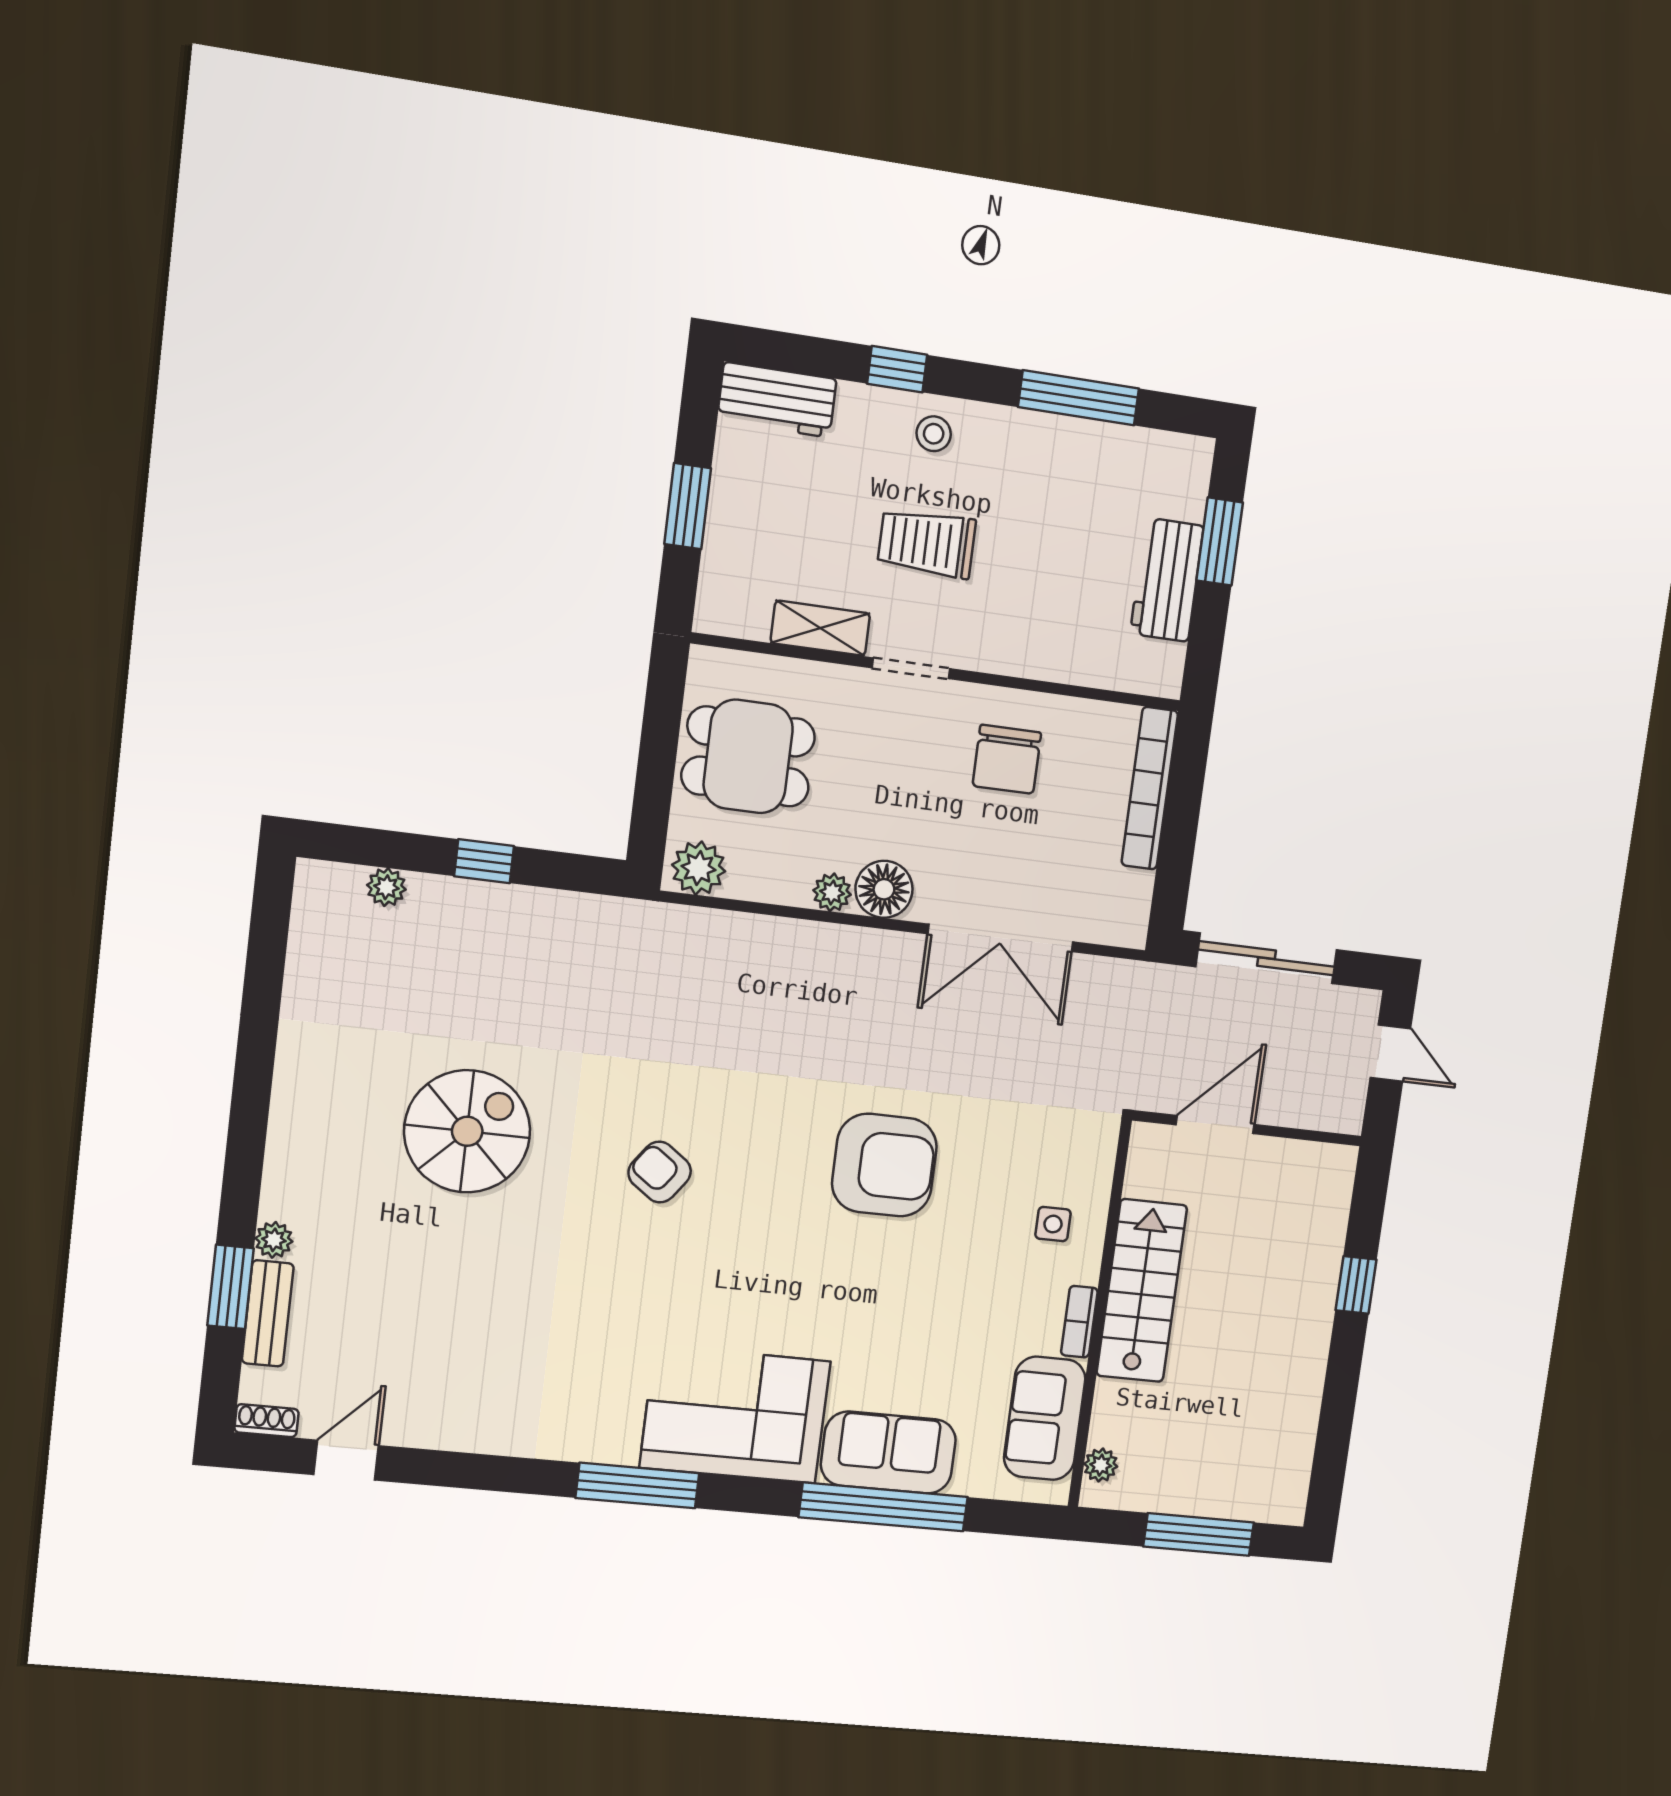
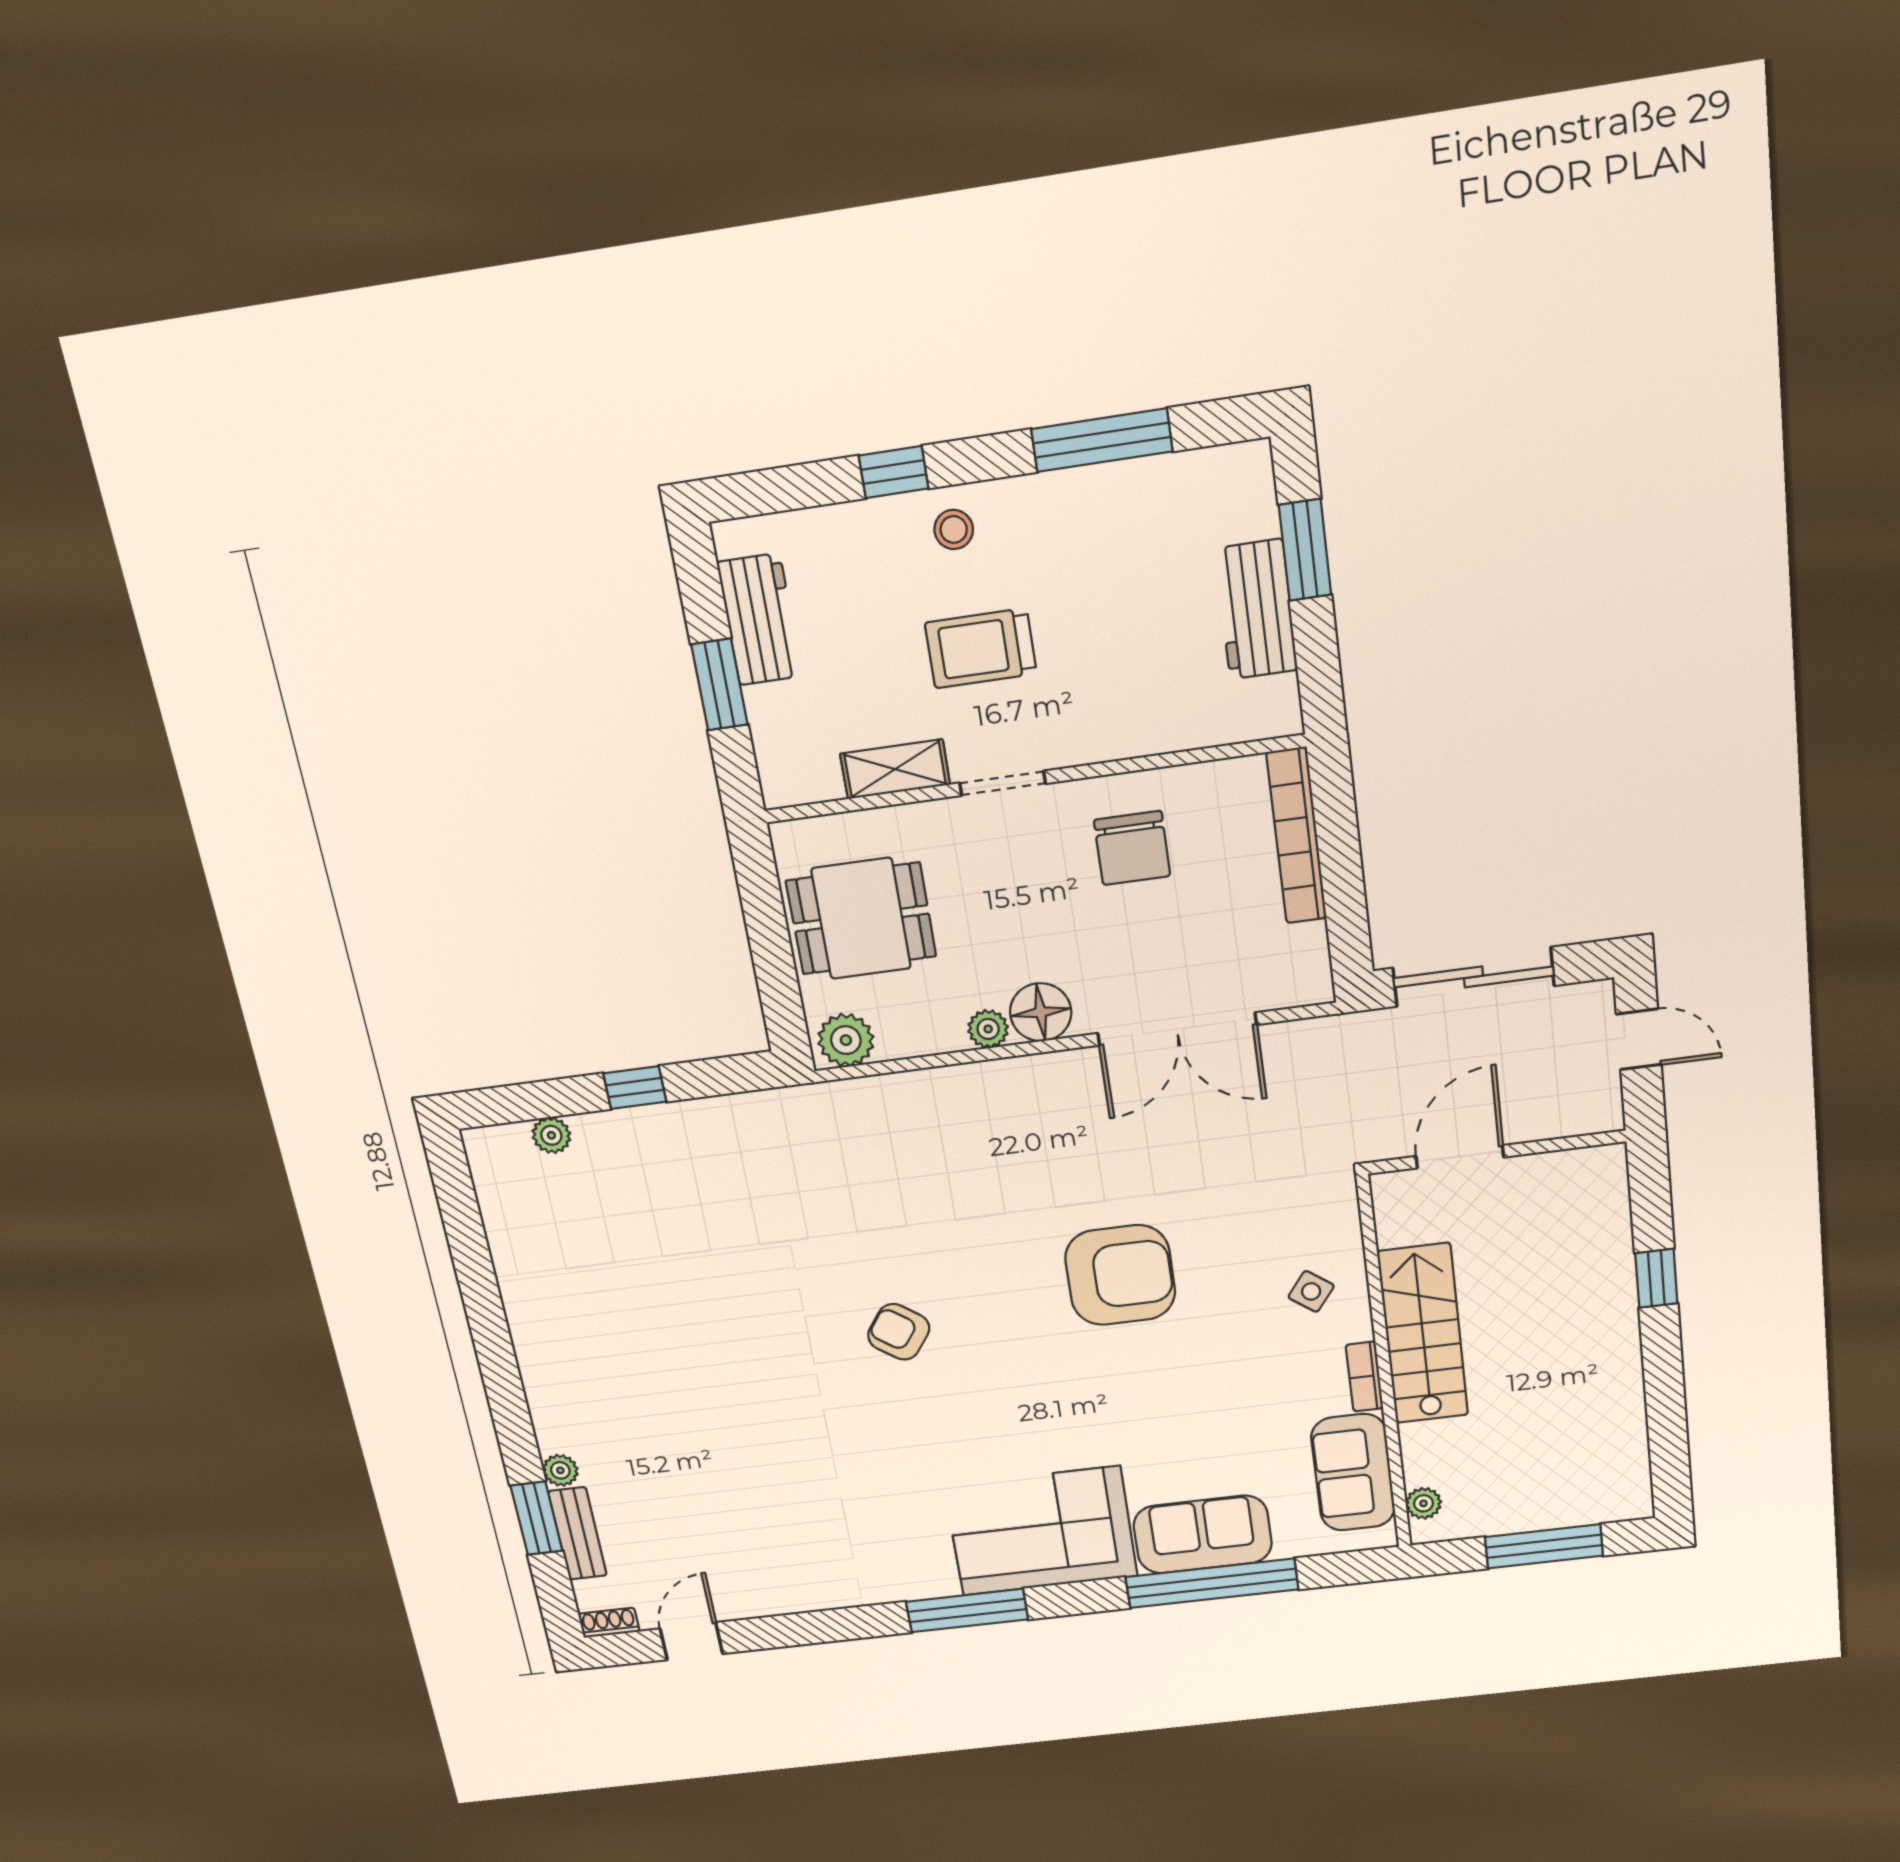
workbench: (777, 400) -> (760, 619), moved, turned -90
spiral stairs: (467, 1131) -> (703, 1337), removed
side table: (1053, 1224) -> (1311, 1291), turned 37

